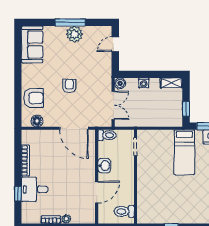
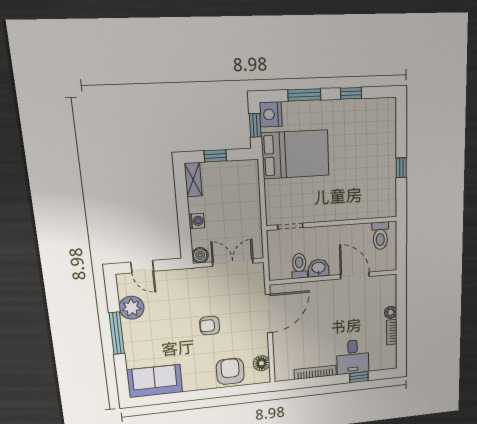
plant: (74, 34) -> (132, 308), moved
window: (186, 109) -> (215, 156), moved
toilet: (107, 135) -> (299, 266), moved
bed: (184, 152) -> (295, 154), width x1.50

